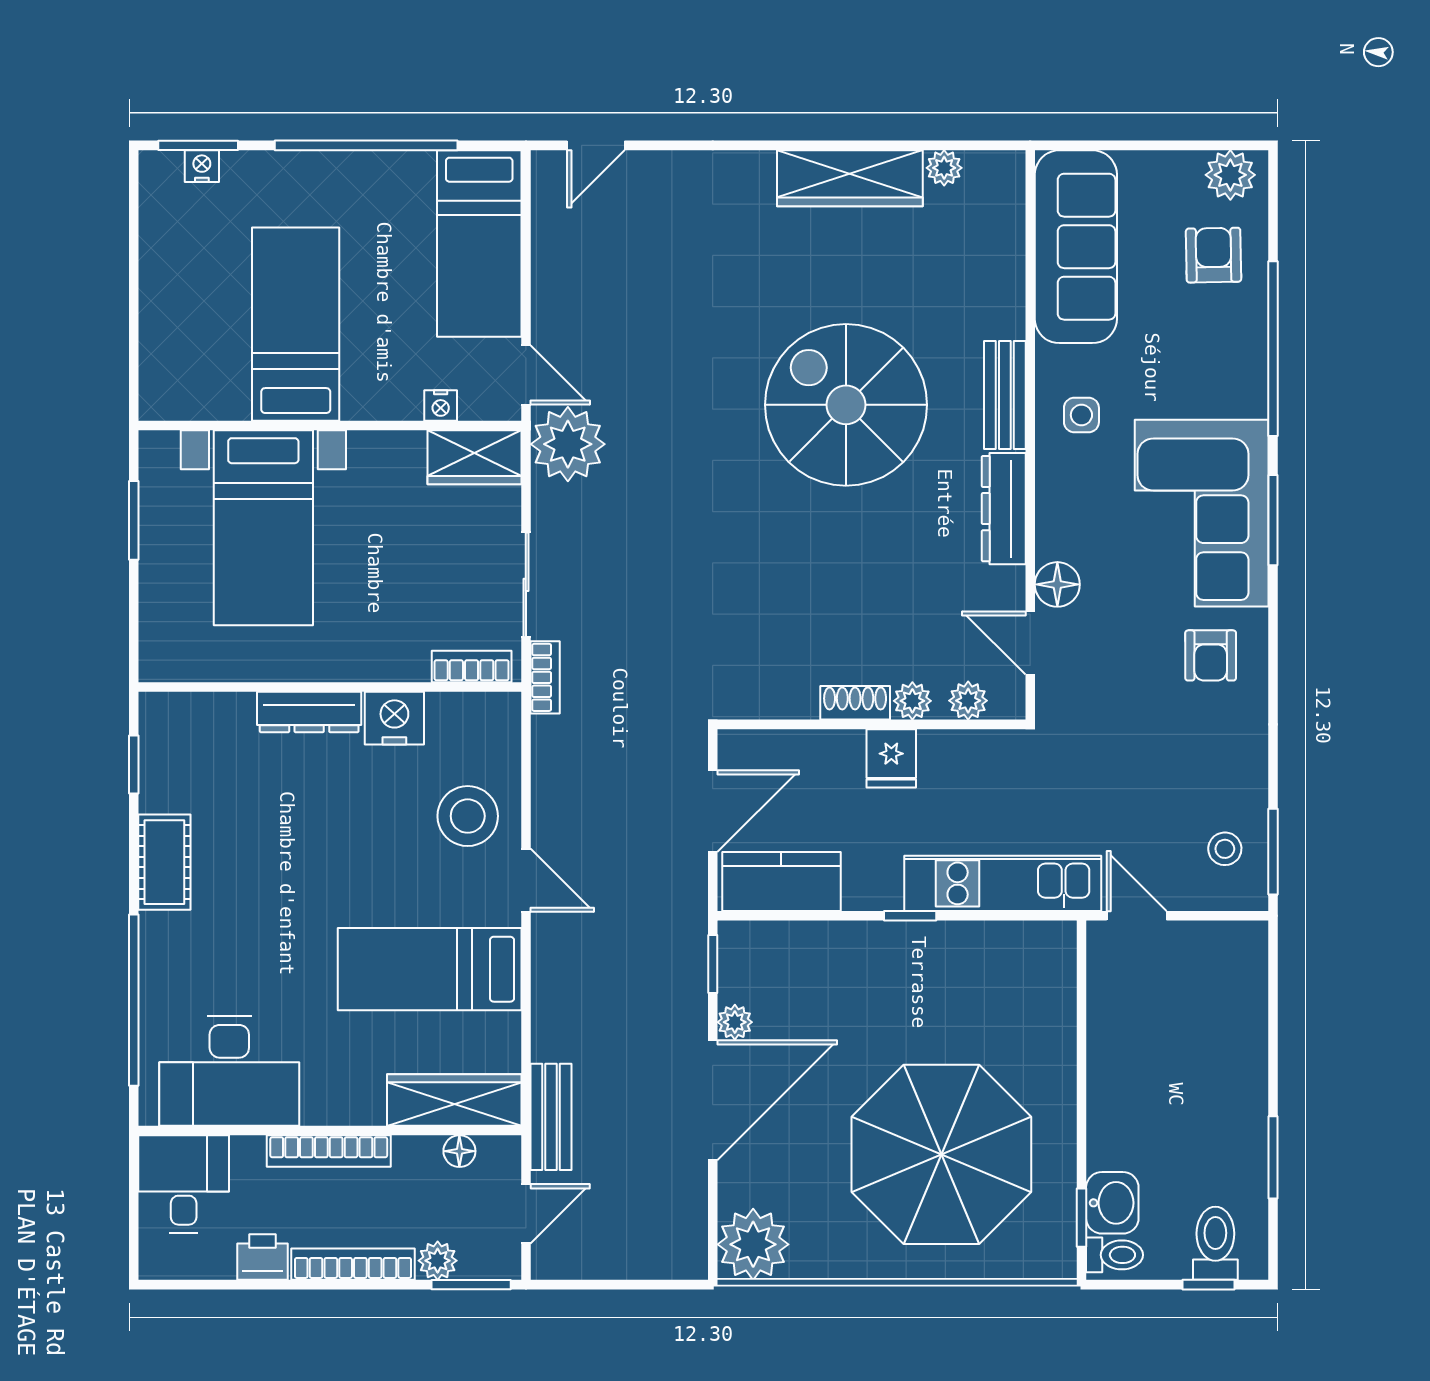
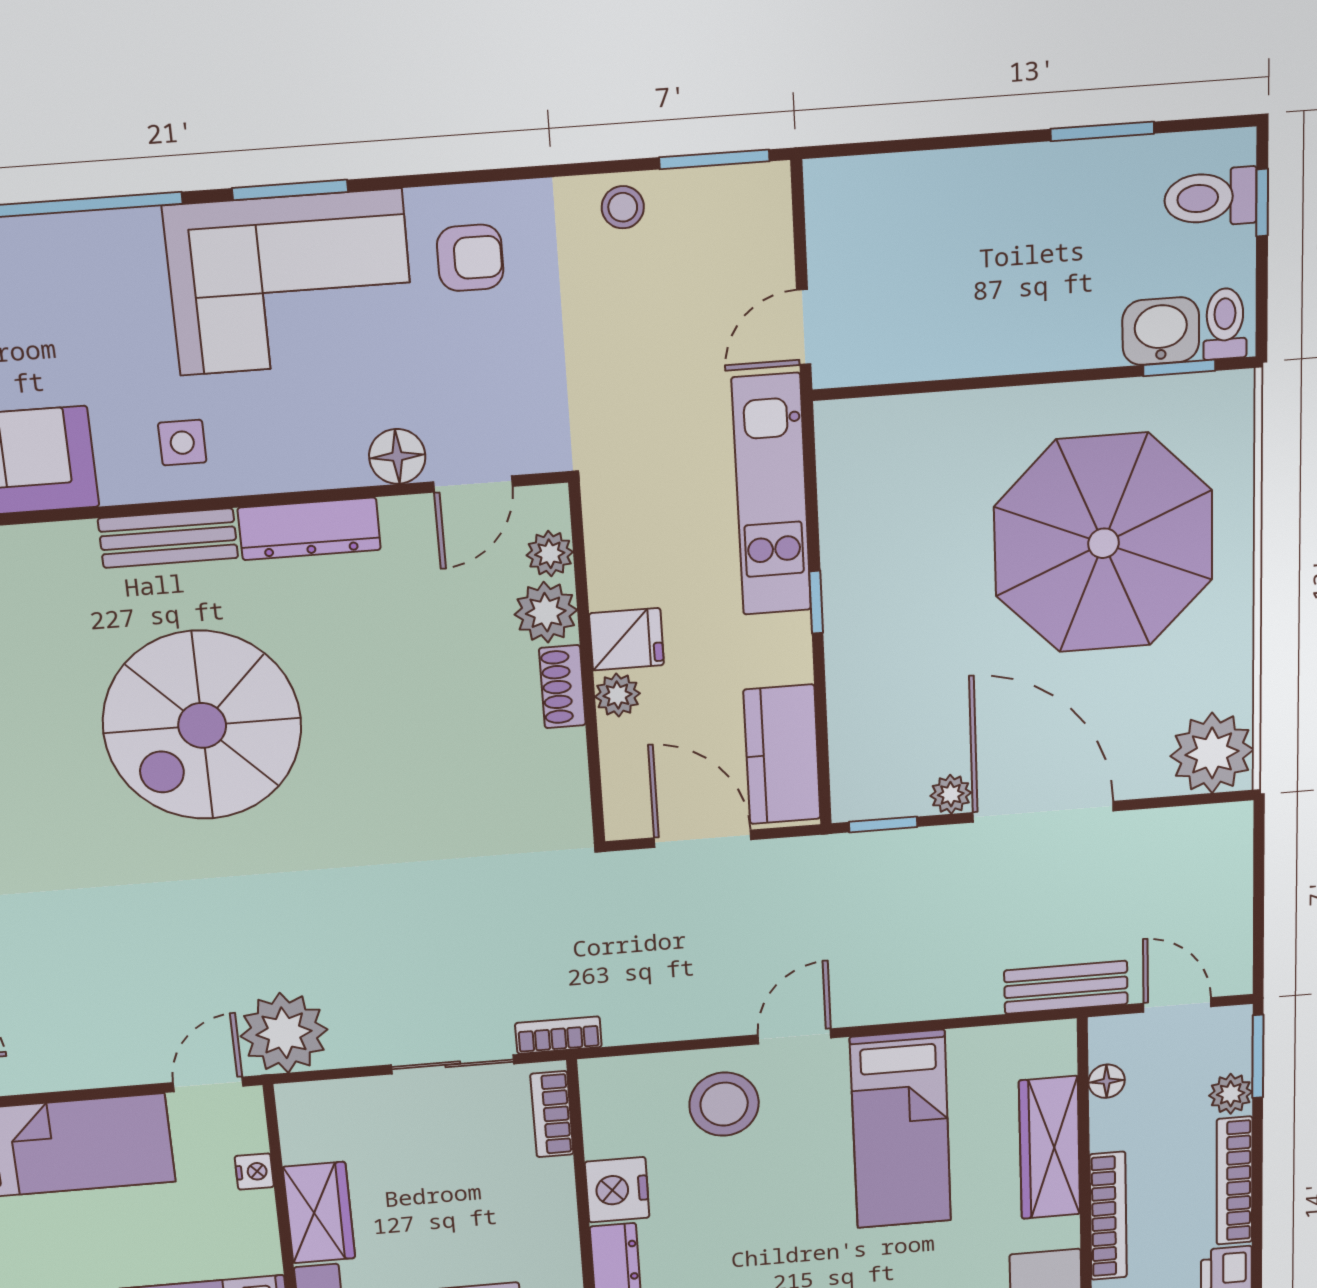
wardrobe: (474, 457) -> (319, 1213), moved
plant: (912, 701) -> (546, 612), width x1.38, depth x1.38
plant: (844, 748) -> (617, 695), added
stool: (1225, 849) -> (623, 207), moved
wardrobe: (454, 1100) -> (1050, 1148), moved

